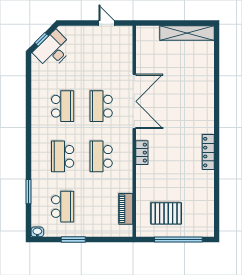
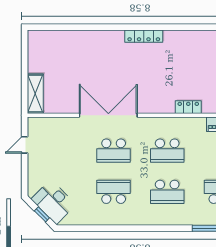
shelving: (187, 33) -> (35, 94), moved, width x0.68
locker: (208, 152) -> (144, 36), moved
locker: (142, 153) -> (188, 107), moved

